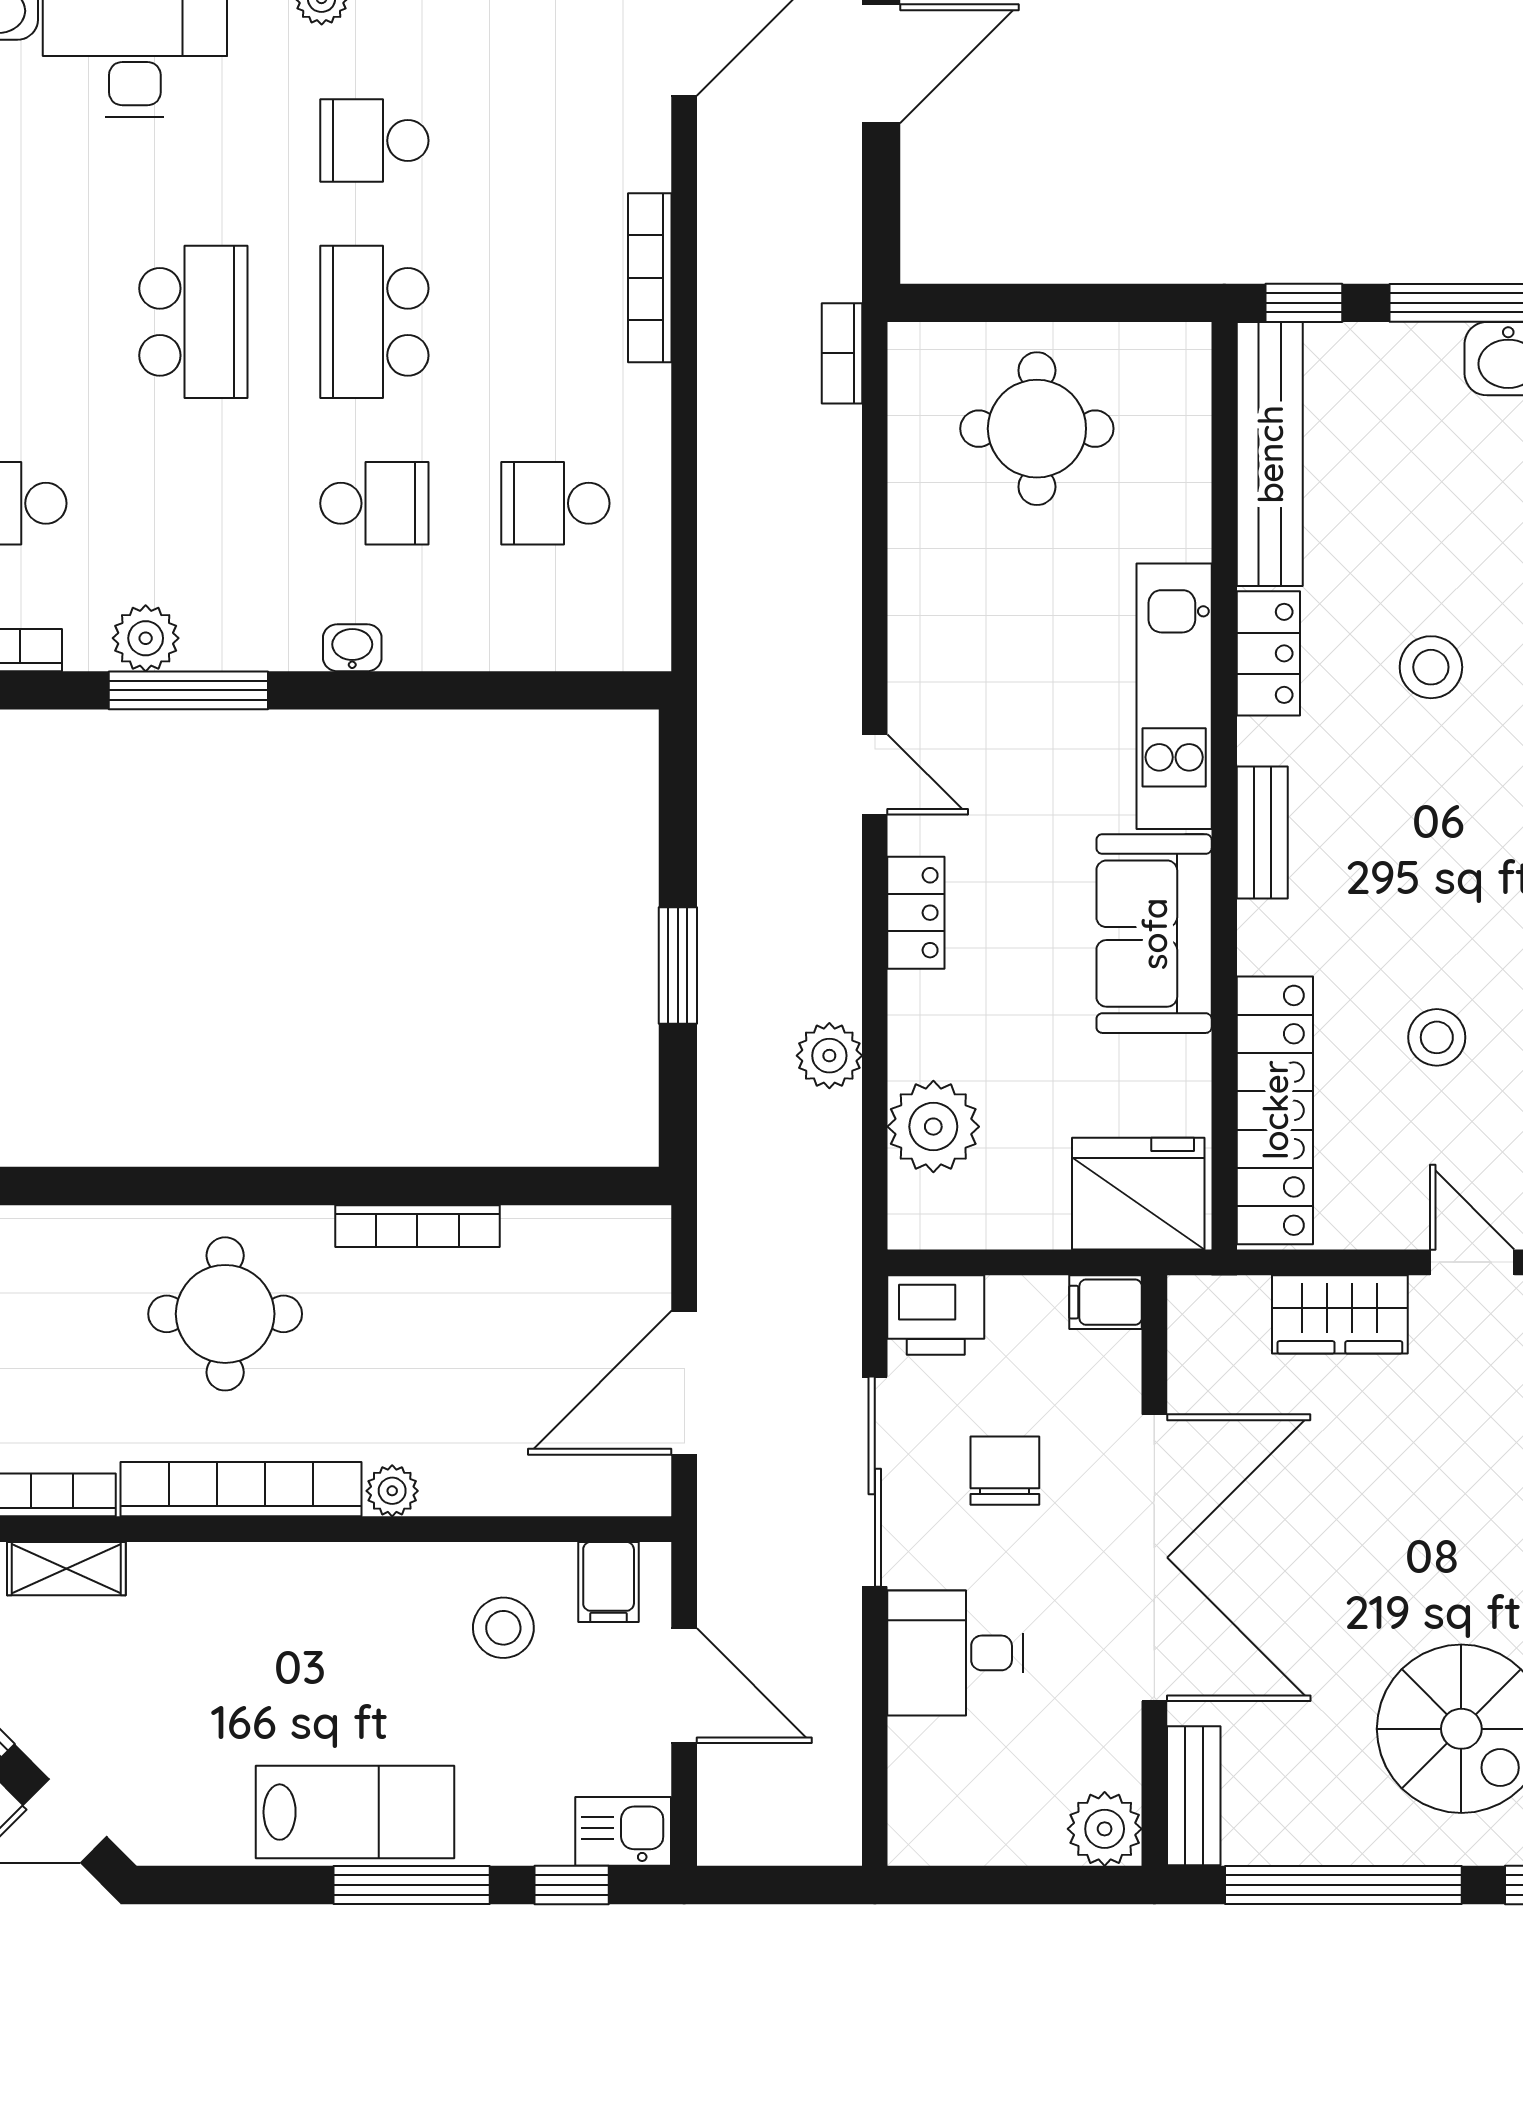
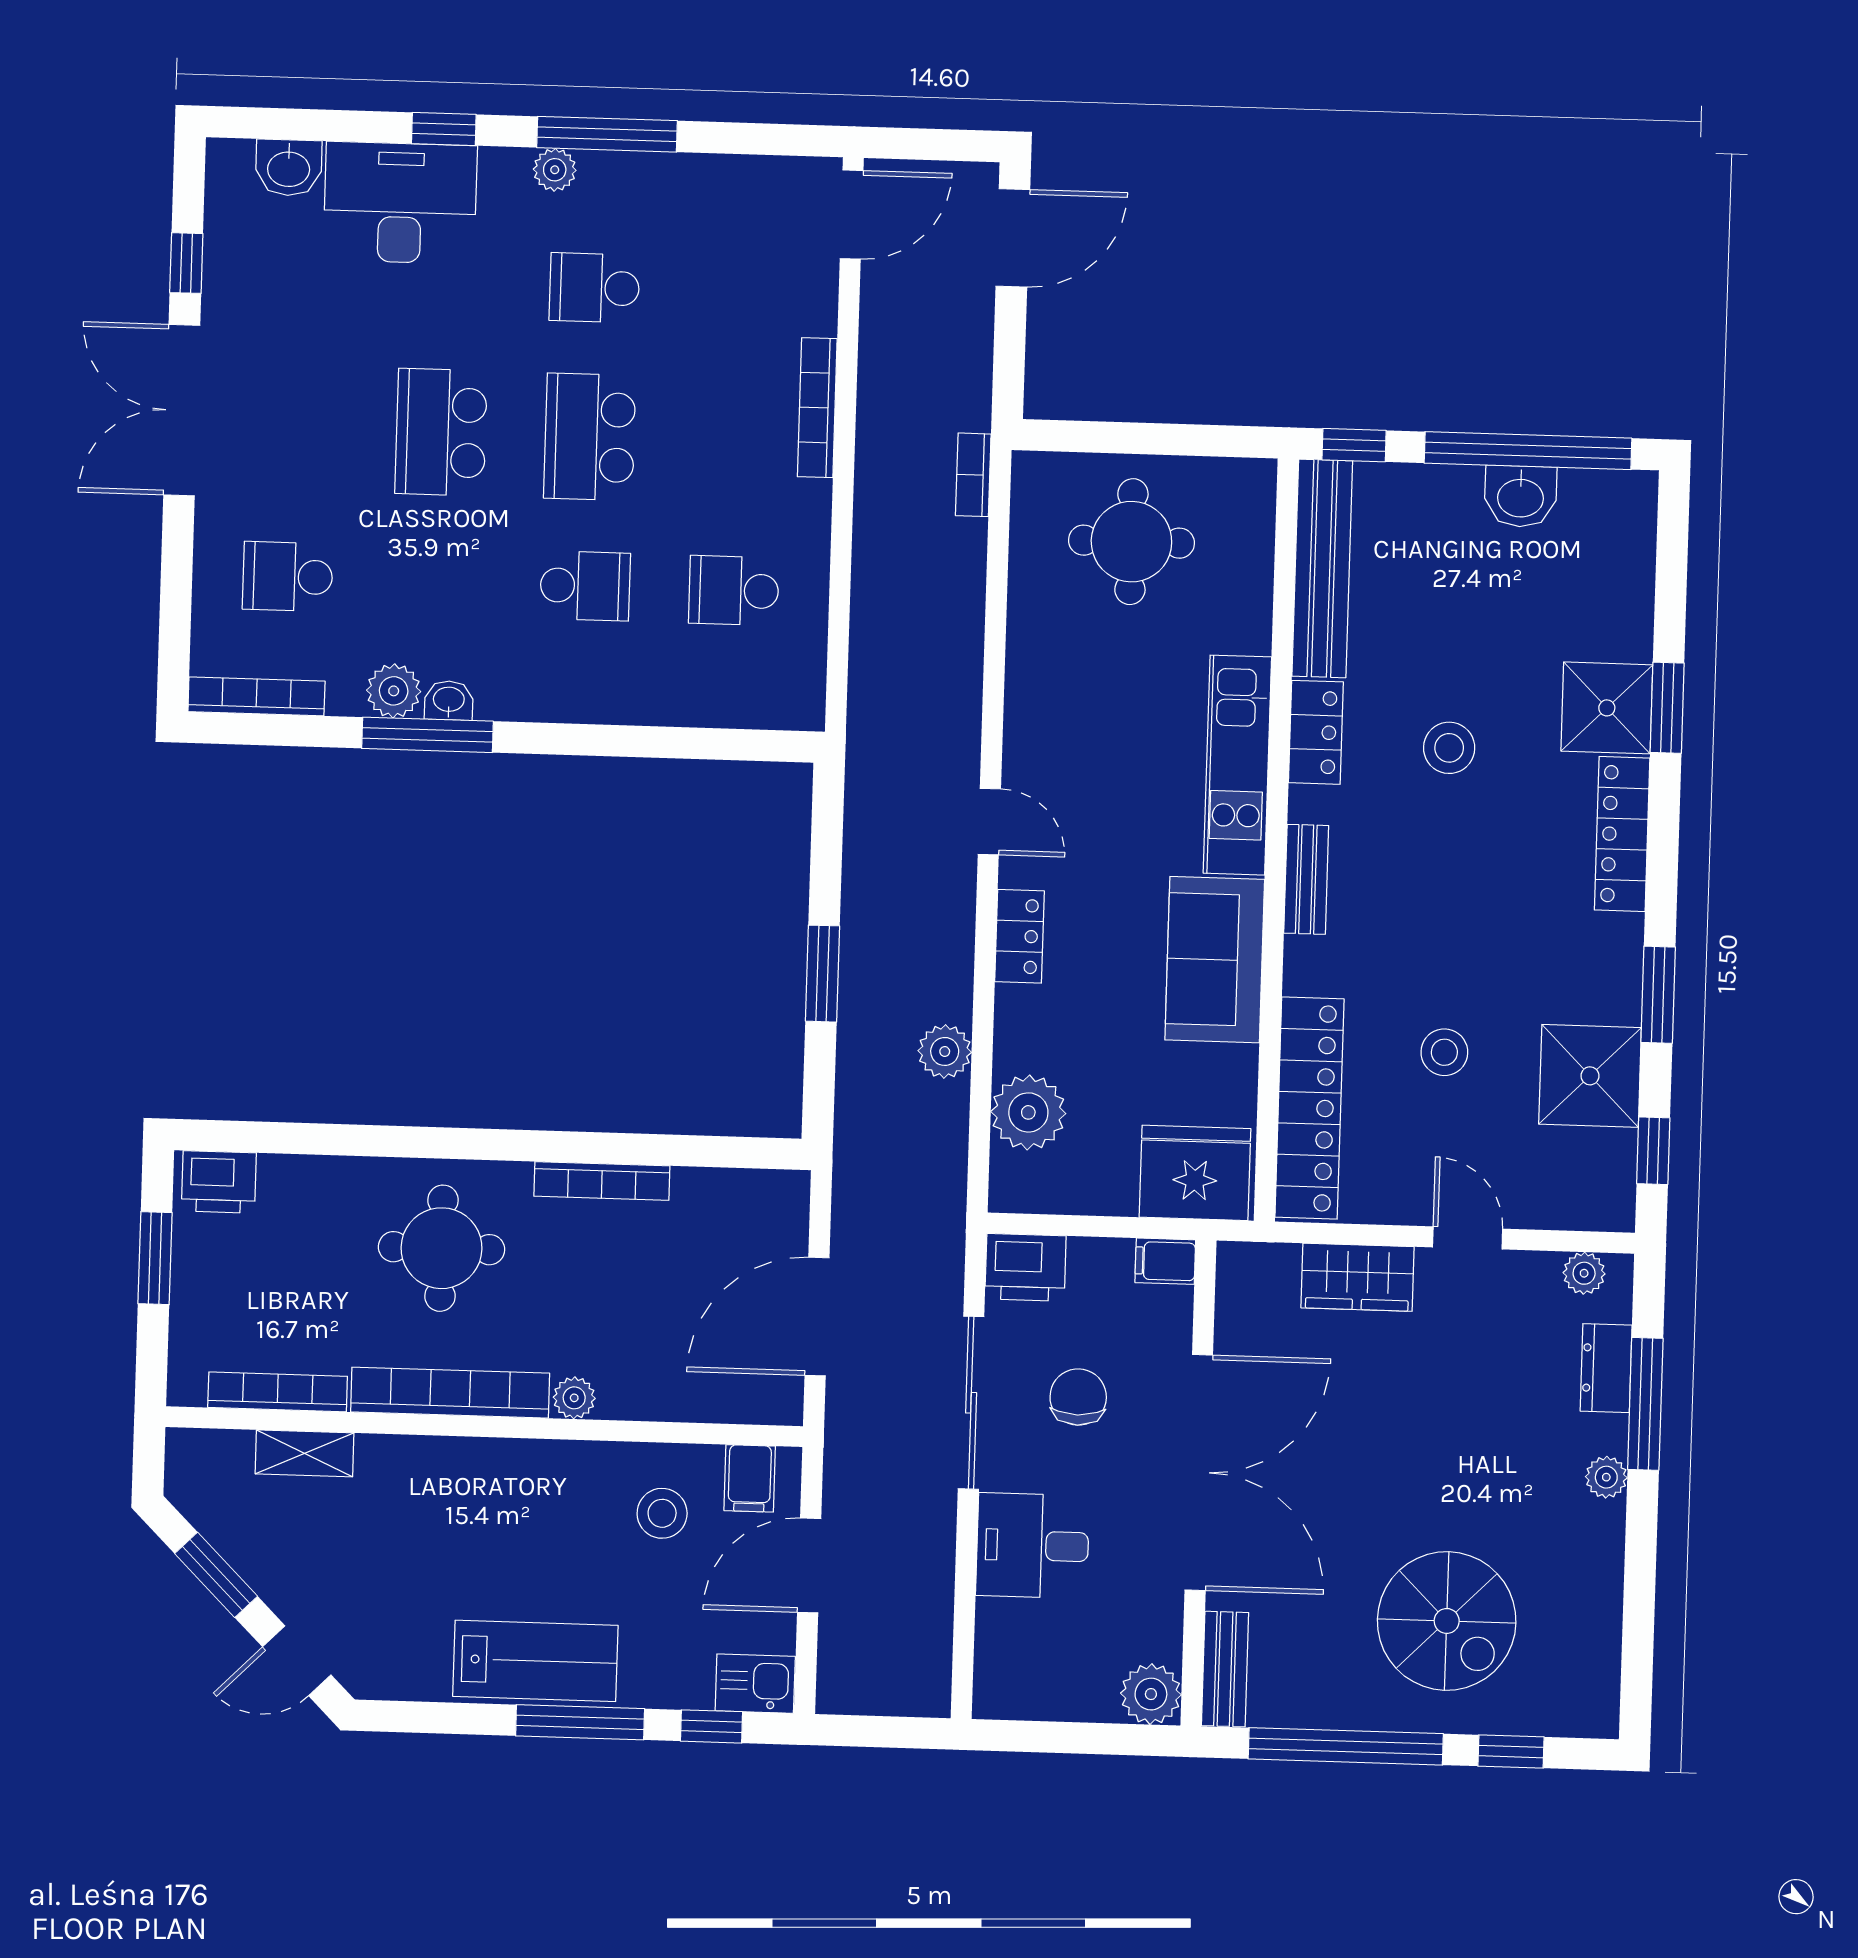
school desk: (193, 322) -> (441, 432), turned 180
washbasin: (352, 648) -> (449, 700), moved
door: (684, 1686) -> (809, 1565), swing flipped

